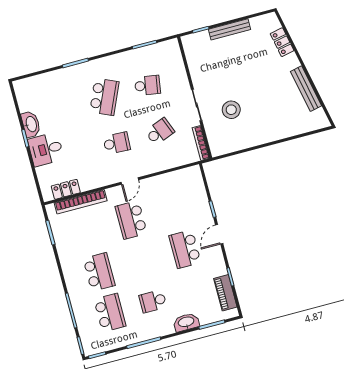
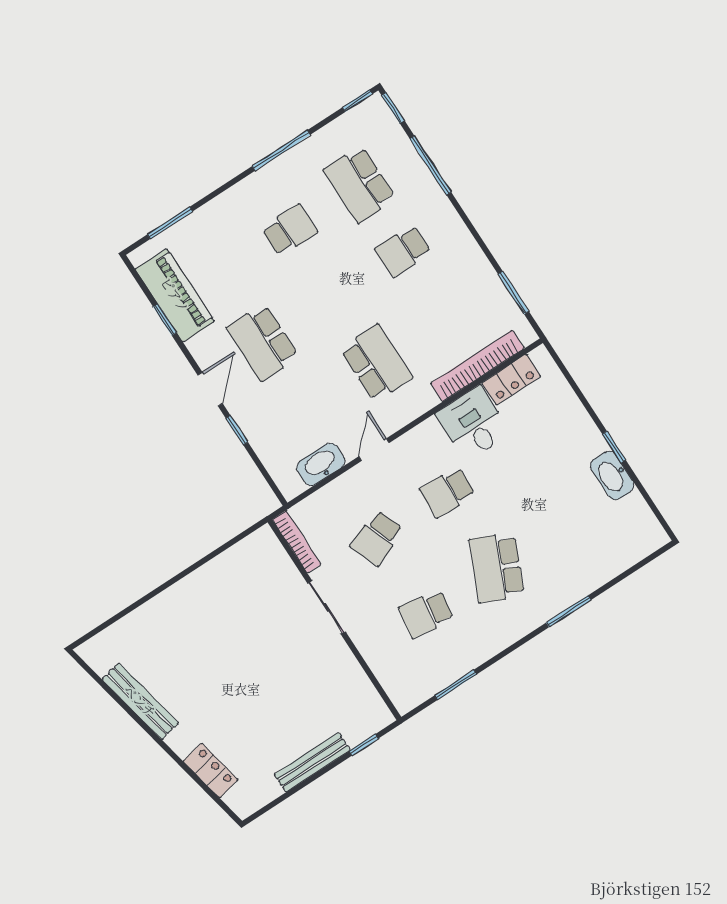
stool: (231, 110) -> (262, 619), removed
desk: (46, 149) -> (473, 423), moved, turned -90
door: (130, 181) -> (374, 450), moved
school desk: (185, 249) -> (263, 342), turned 180
school desk: (99, 272) -> (403, 251), width x0.54
piano: (225, 293) -> (175, 295), width x1.37, depth x1.33
washbasin: (186, 322) -> (321, 464), moved, turned 180

